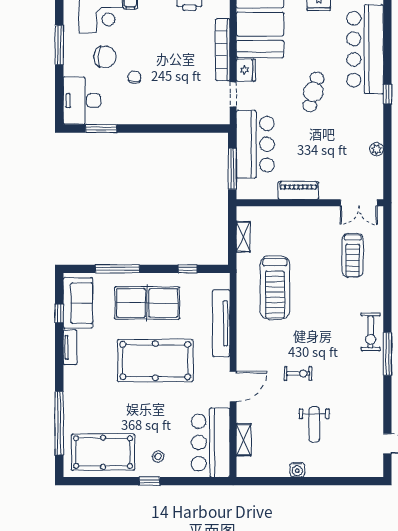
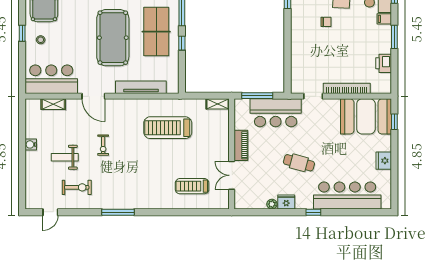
fridge: (246, 70) -> (286, 202), moved, turned 180
cafe table: (313, 92) -> (299, 163), moved
double door: (359, 203) -> (232, 175), moved
shelving: (243, 237) -> (218, 104), moved
window: (188, 269) -> (182, 43), moved
exercise bike: (371, 332) -> (77, 187), moved, turned 180

